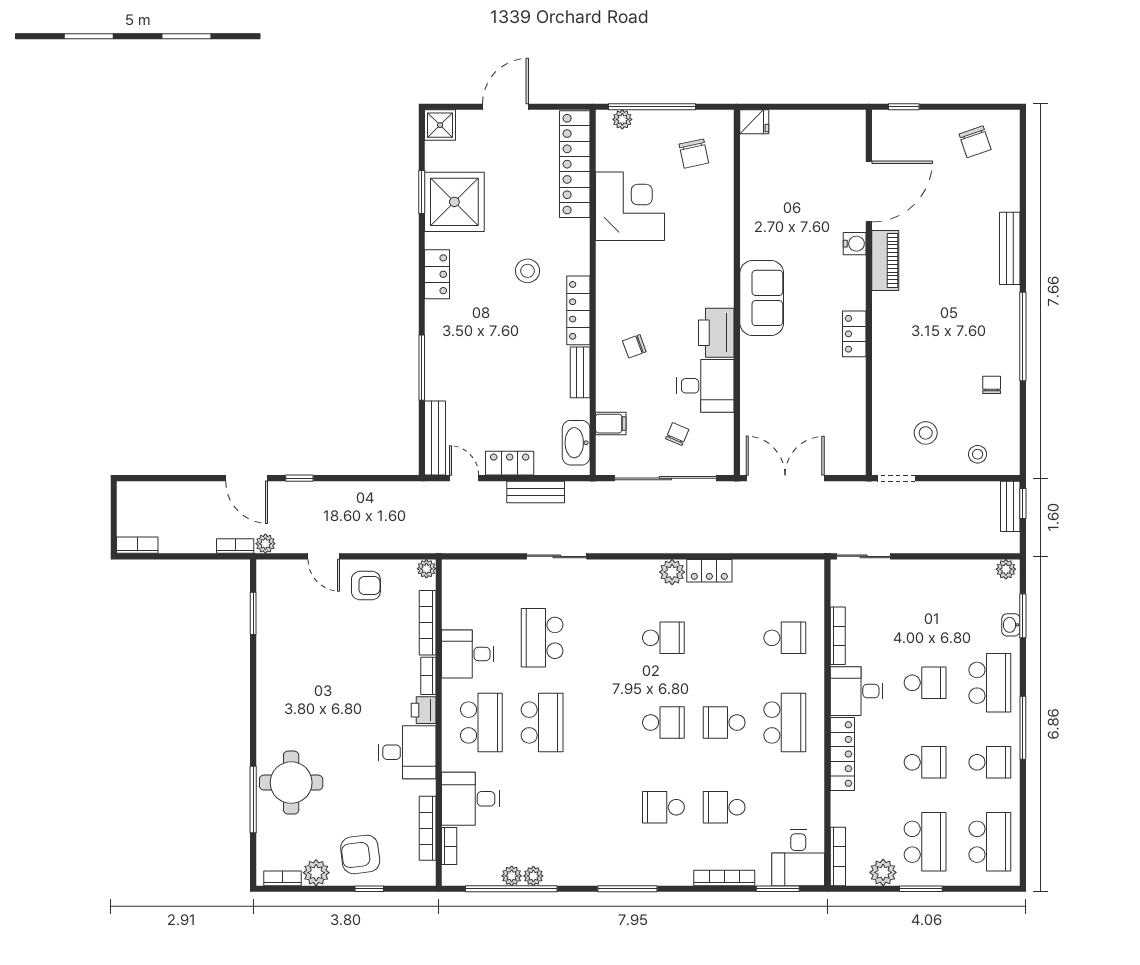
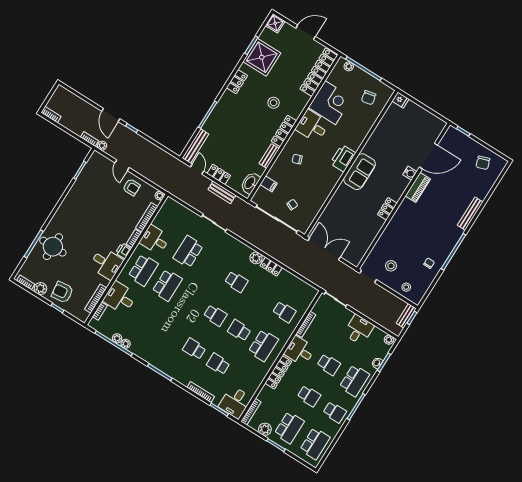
printer: (716, 333) -> (343, 158), moved
desk: (705, 386) -> (312, 126), moved, turned 180
desk: (940, 585) -> (359, 330), added

